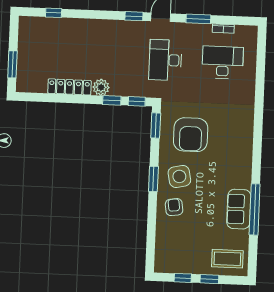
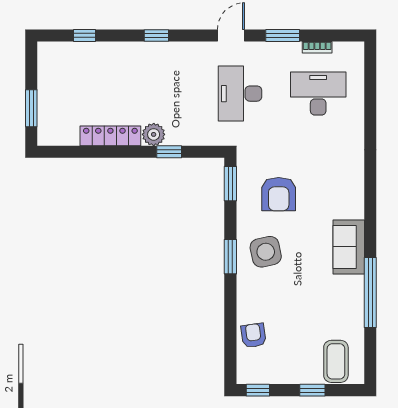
window: (134, 16) -> (156, 35), moved
window: (137, 101) -> (203, 152), removed
armchair: (191, 135) -> (279, 194), width x0.73, depth x0.73
armchair: (174, 207) -> (254, 335), moved
sofa: (239, 209) -> (349, 247), moved
coffee table: (227, 259) -> (336, 361), turned 90
window: (183, 278) -> (258, 390), moved

